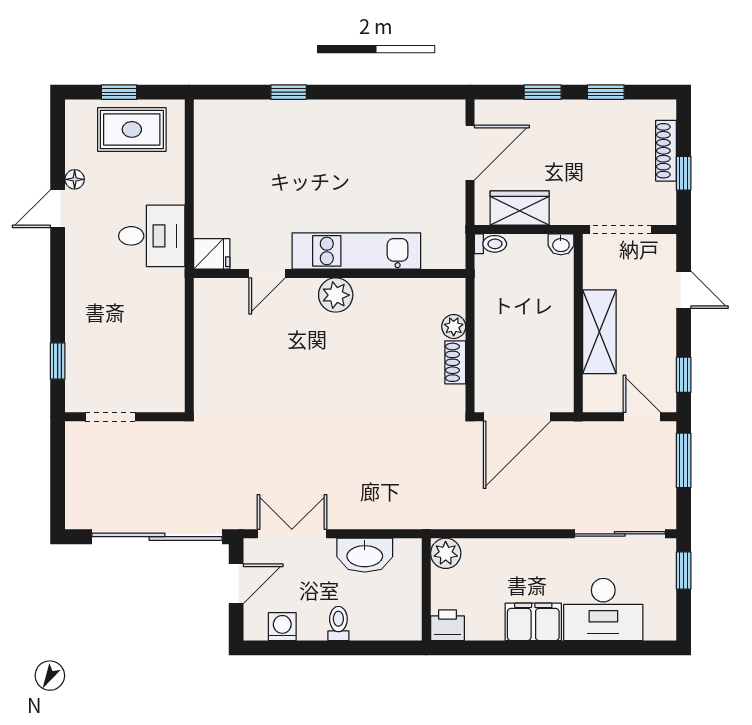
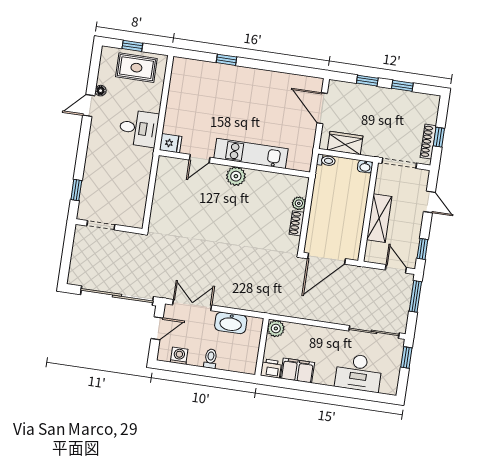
shoe rack: (666, 151) -> (428, 142), moved
door: (470, 153) -> (322, 108), swing flipped
filing cabinet: (533, 622) -> (297, 371), moved

